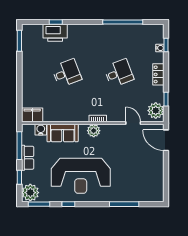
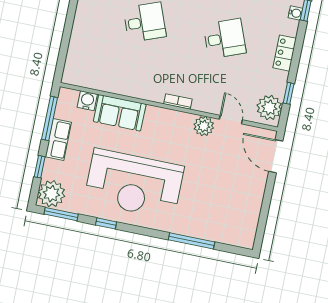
filing cabinet: (32, 115) -> (79, 75), removed
plant: (94, 131) -> (204, 126), moved

